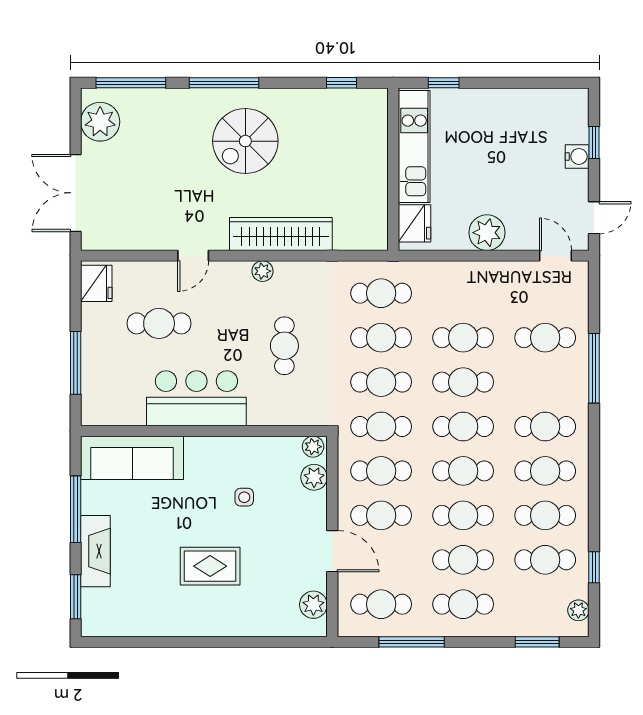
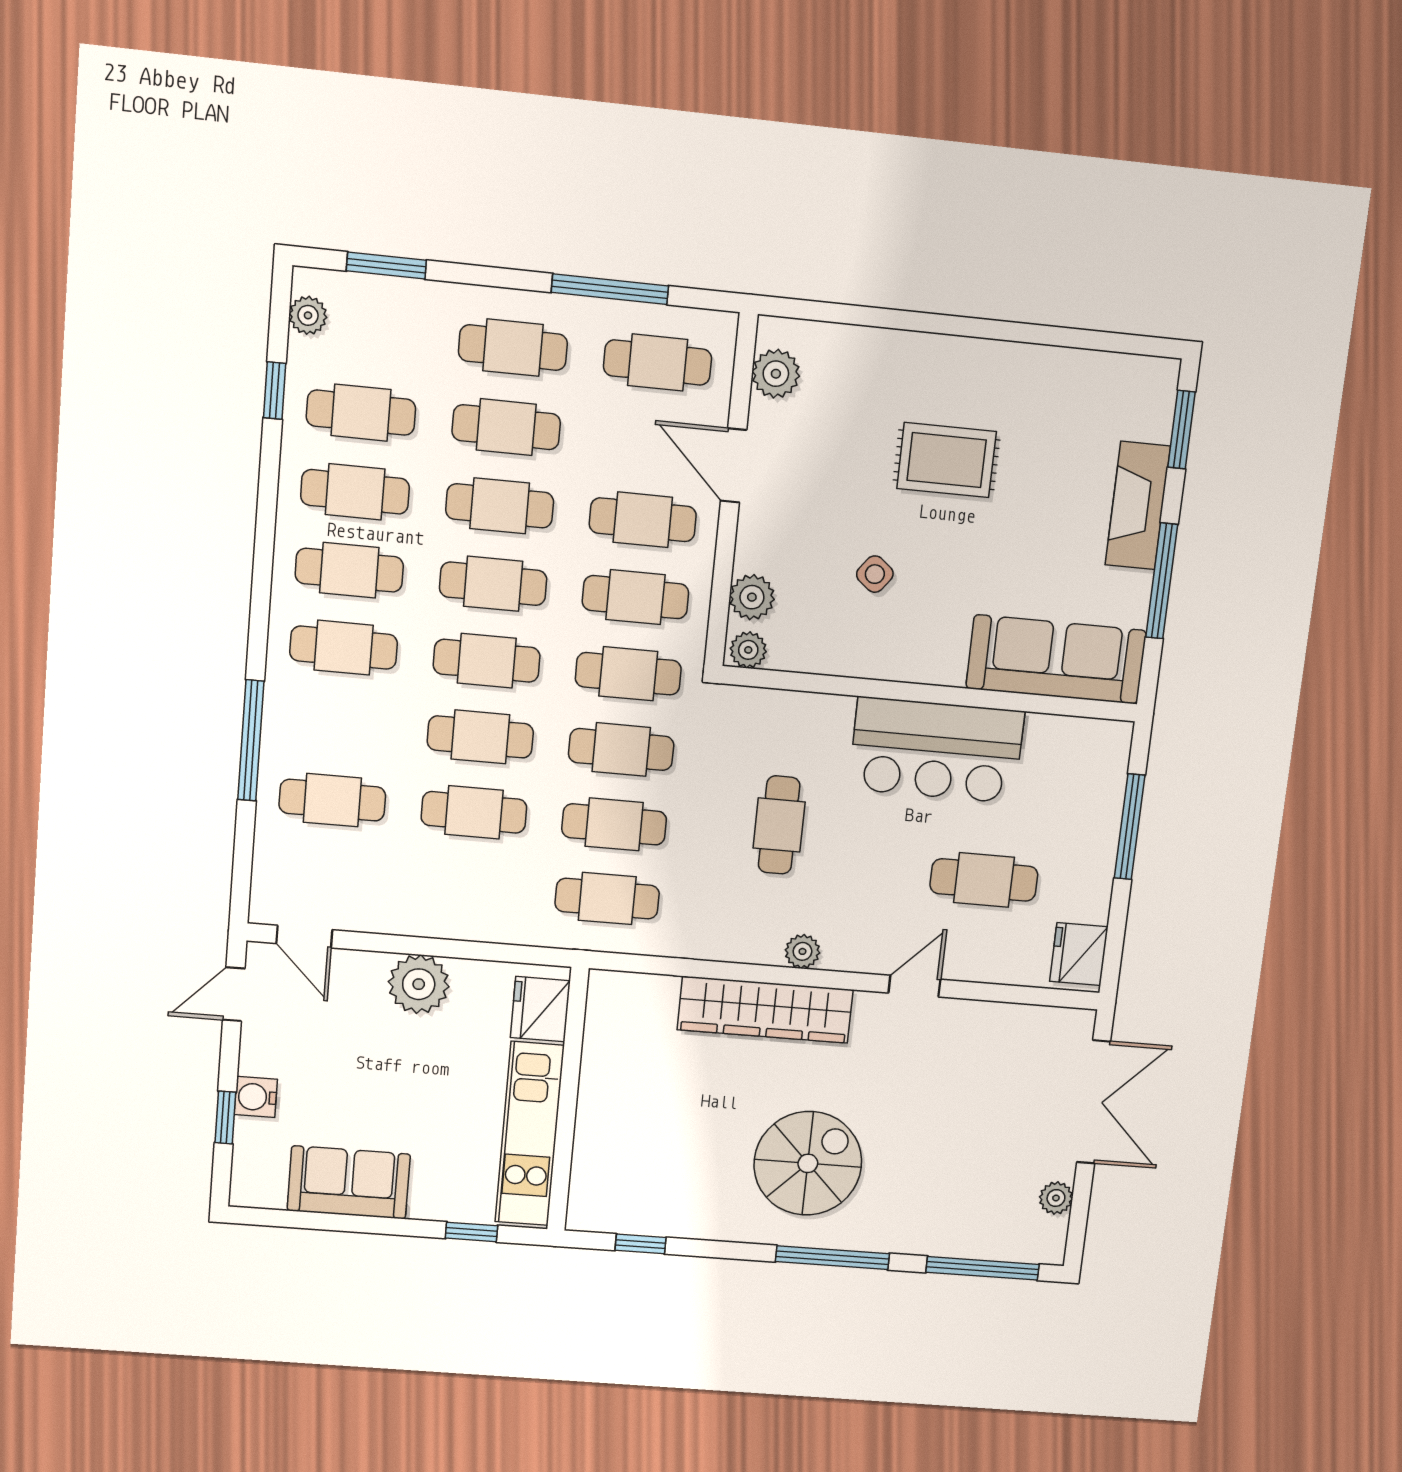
sofa: (519, 108) -> (349, 1182), added
plant: (100, 122) -> (1056, 1198), width x0.53, depth x0.53
side table: (244, 497) -> (875, 574), turned 38

